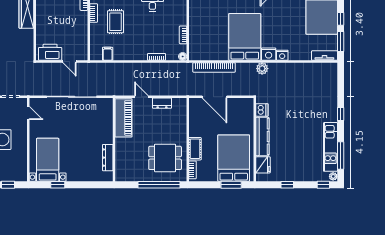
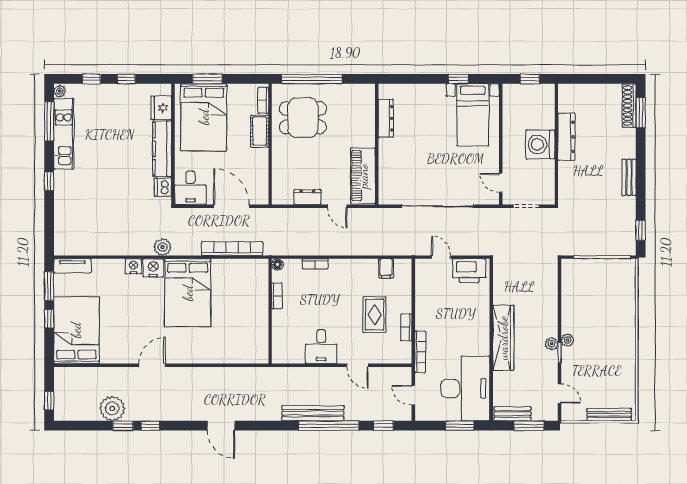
desk: (243, 110) -> (190, 188), added
window: (323, 185) -> (92, 79), moved

